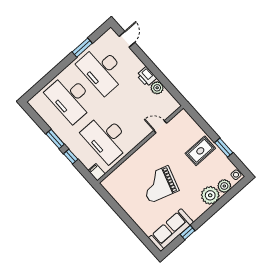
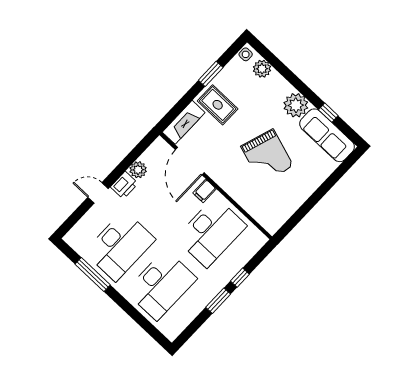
door: (127, 39) -> (98, 193), moved
window: (82, 48) -> (93, 275), width x1.44
fireplace: (189, 125) -> (184, 122), added
door: (160, 127) -> (190, 161), width x1.88
filing cabinet: (97, 172) -> (204, 191), moved
plant: (210, 195) -> (296, 105), moved

